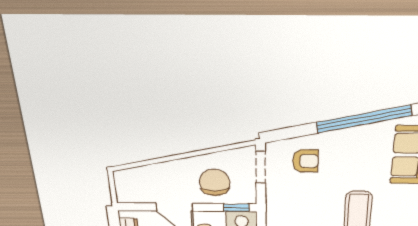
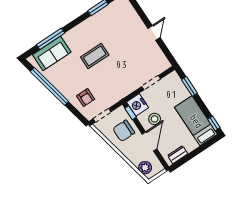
armchair: (305, 161) -> (86, 98), turned 180
plant: (136, 178) -> (145, 168), added

